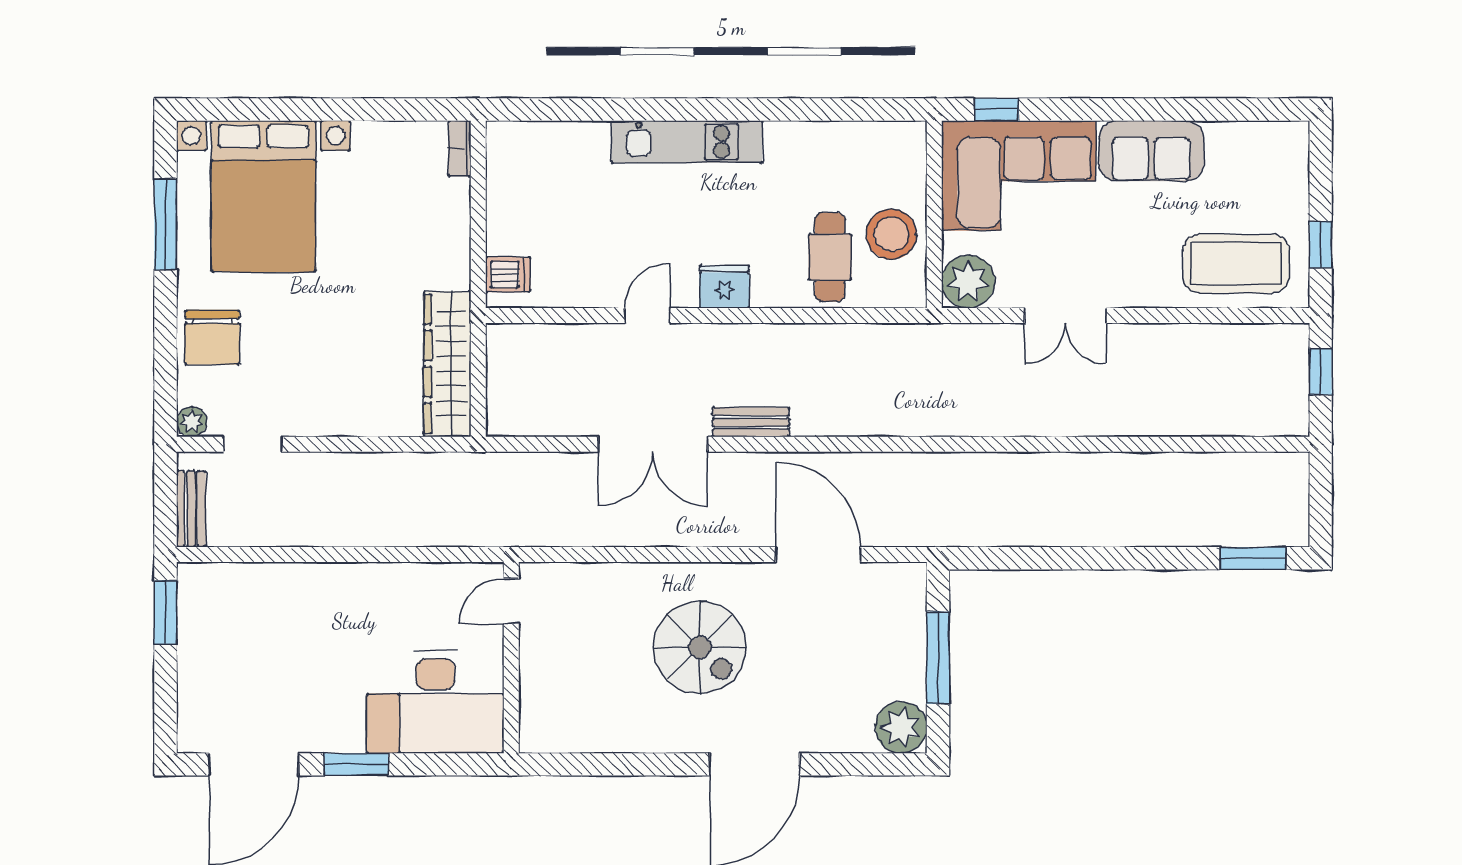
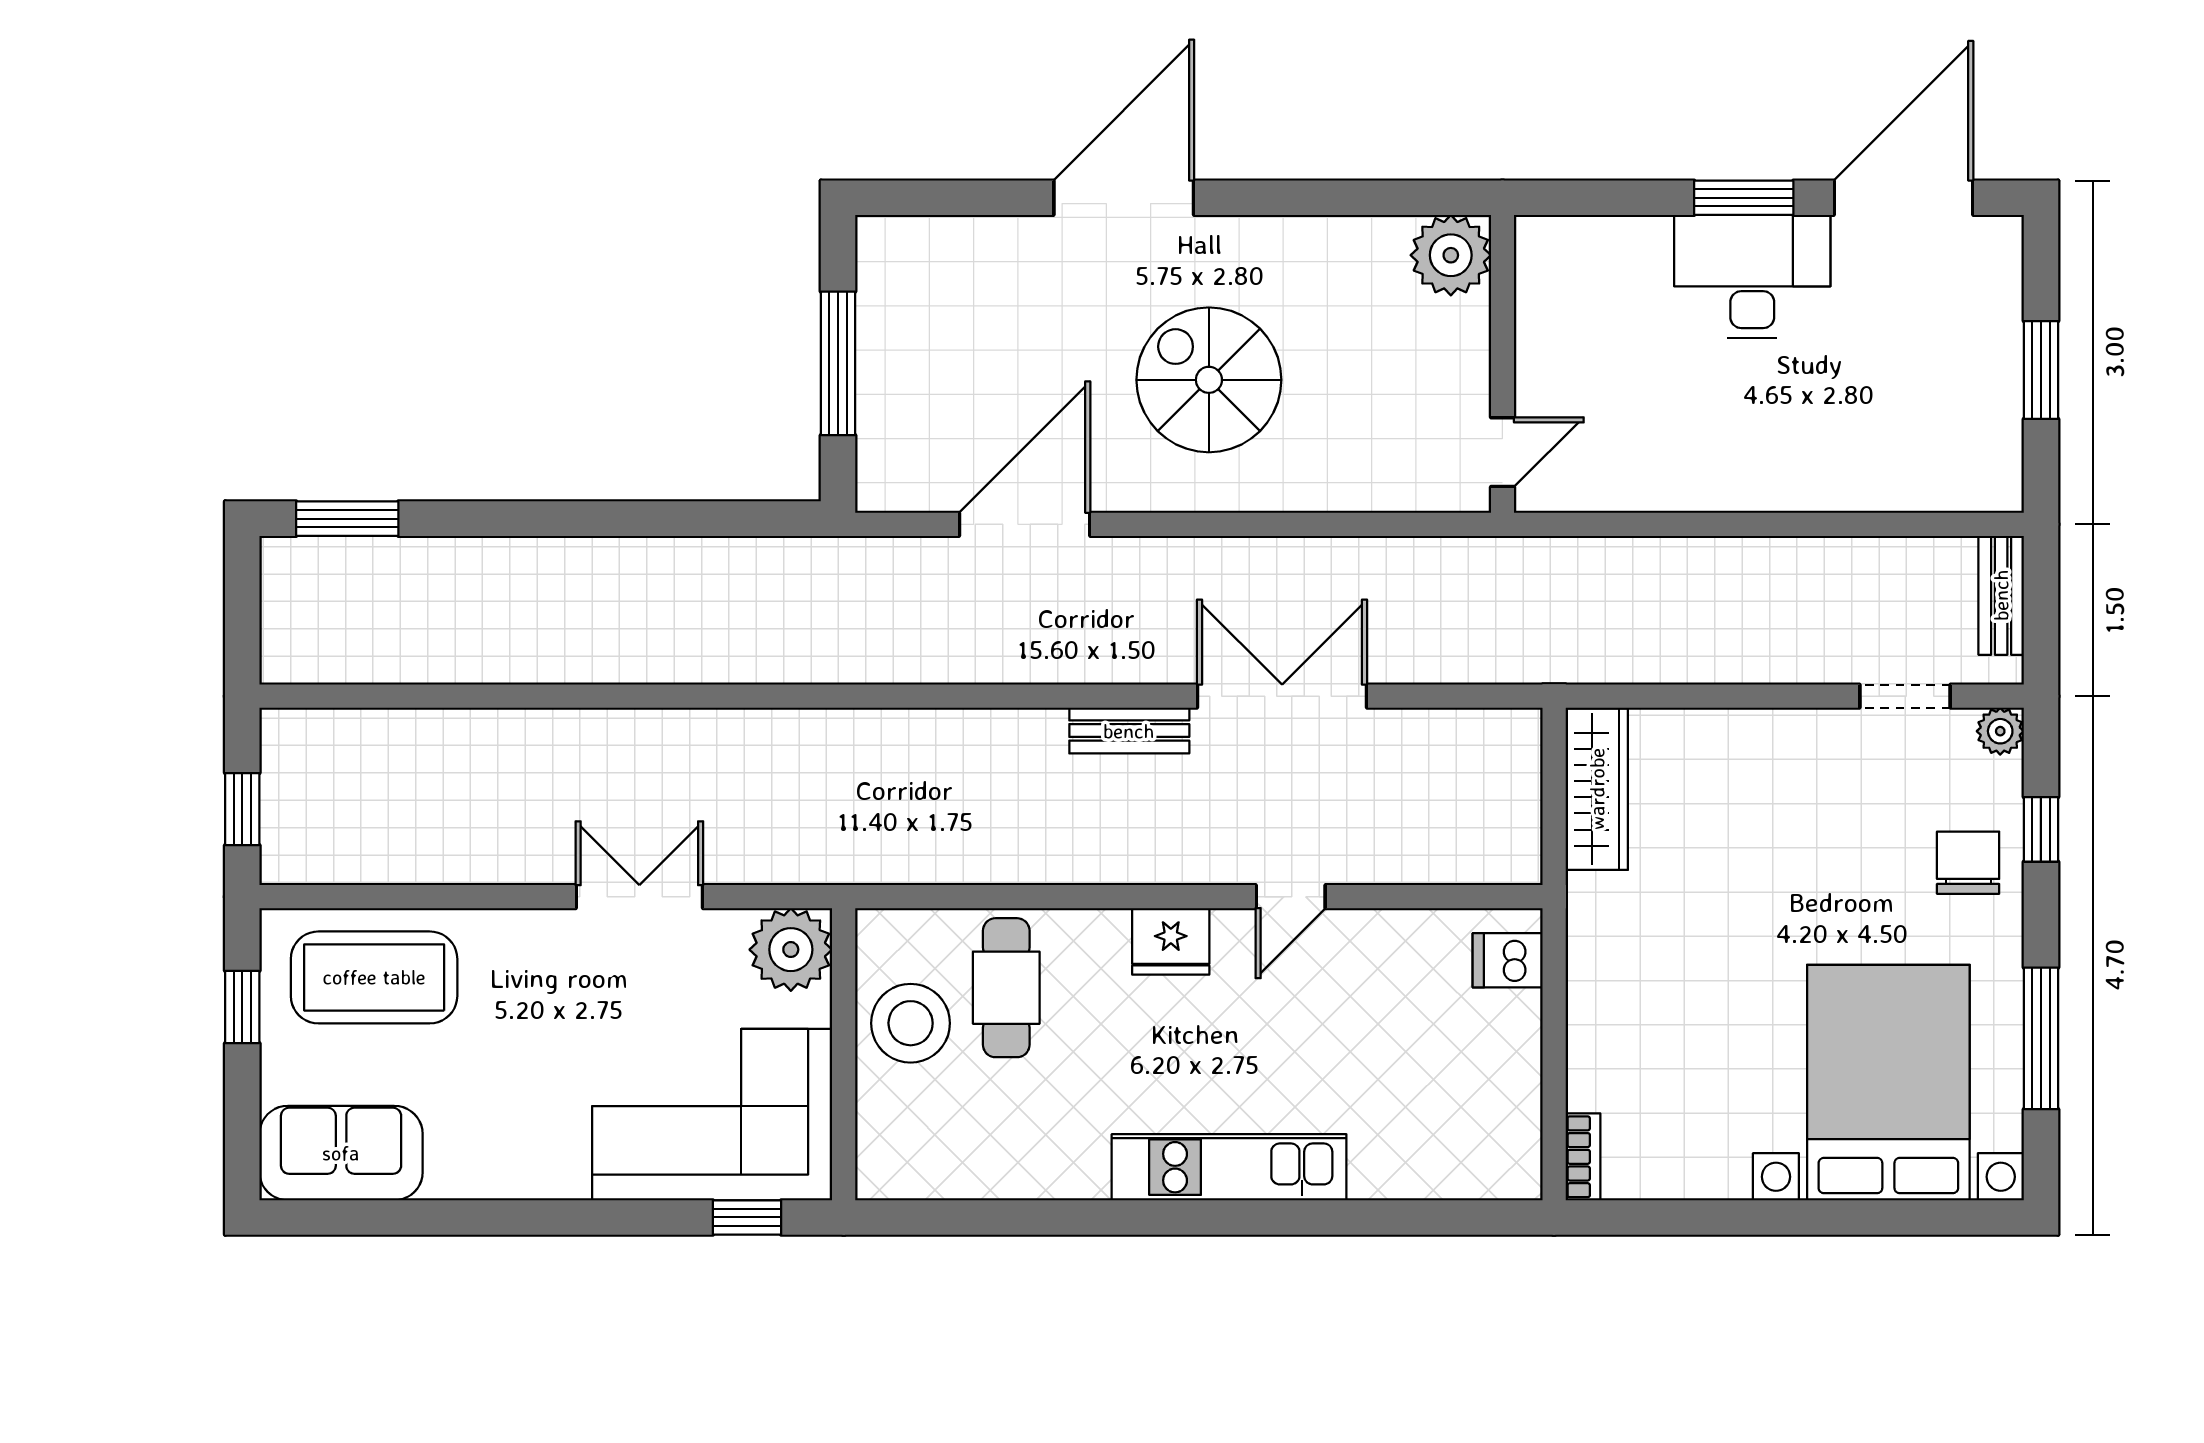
sofa: (1151, 151) -> (341, 1153), moved
chair: (212, 337) -> (1968, 863), width x0.73, depth x0.73
window: (165, 359) -> (2041, 829), added
wardrobe: (447, 364) -> (1597, 789), width x0.71, depth x0.85
door: (818, 555) -> (1025, 524), swing flipped
window: (165, 612) -> (2041, 370), moved
desk: (435, 702) -> (1752, 276), moved, width x0.73, depth x0.77
plant: (901, 727) -> (1451, 255), moved

